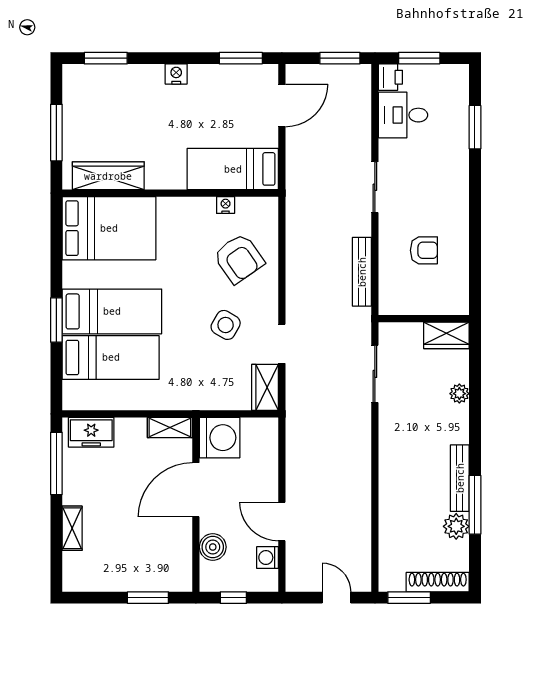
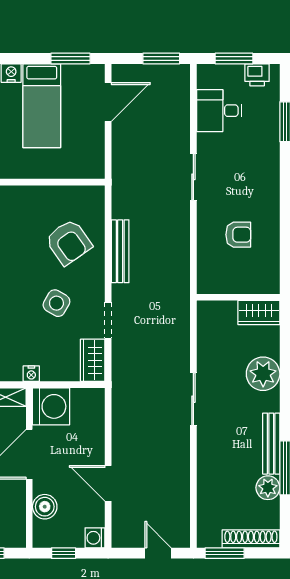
printer: (390, 77) -> (257, 75), moved, turned 90
bed: (233, 169) -> (42, 106), moved, turned -90
nightstand: (226, 205) -> (31, 374), moved, turned 180
bench: (362, 272) -> (120, 251), moved
sliding door: (375, 374) -> (193, 399), moved
plant: (459, 394) -> (263, 374), width x1.88, depth x1.88
washing machine: (268, 558) -> (95, 538), moved

